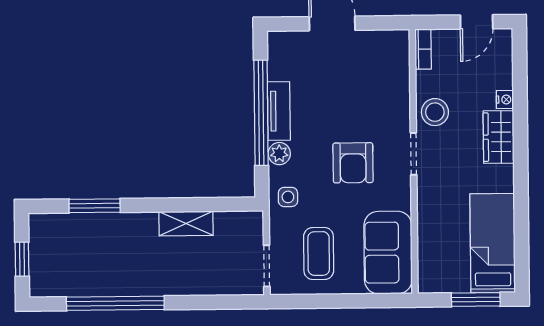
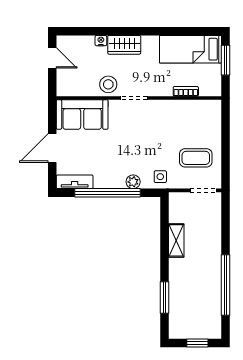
bookcase: (423, 49) -> (186, 91), moved
tv unit: (279, 111) -> (75, 182), moved
armchair: (353, 163) -> (139, 136), removed
sofa: (388, 253) -> (82, 115), moved

